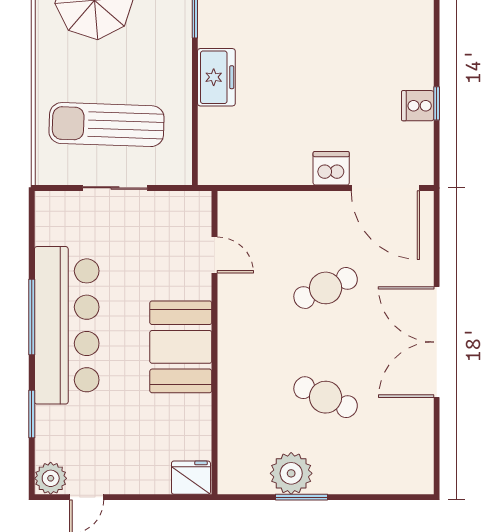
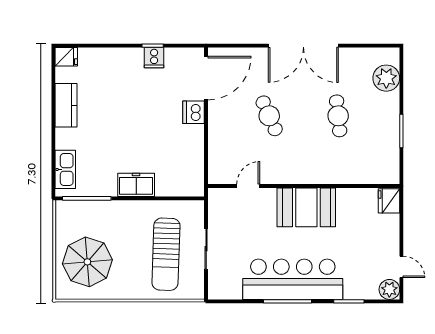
cafe table: (326, 397) -> (338, 116), turned -30
plant: (291, 473) -> (386, 78), moved

